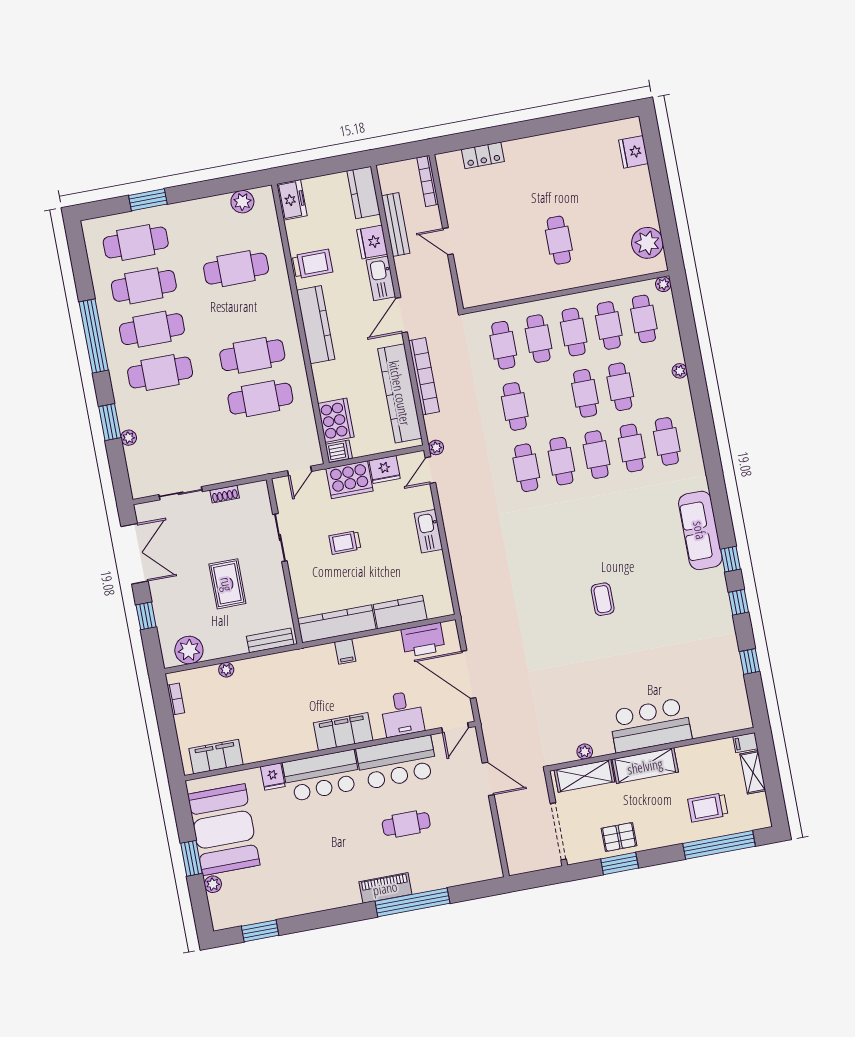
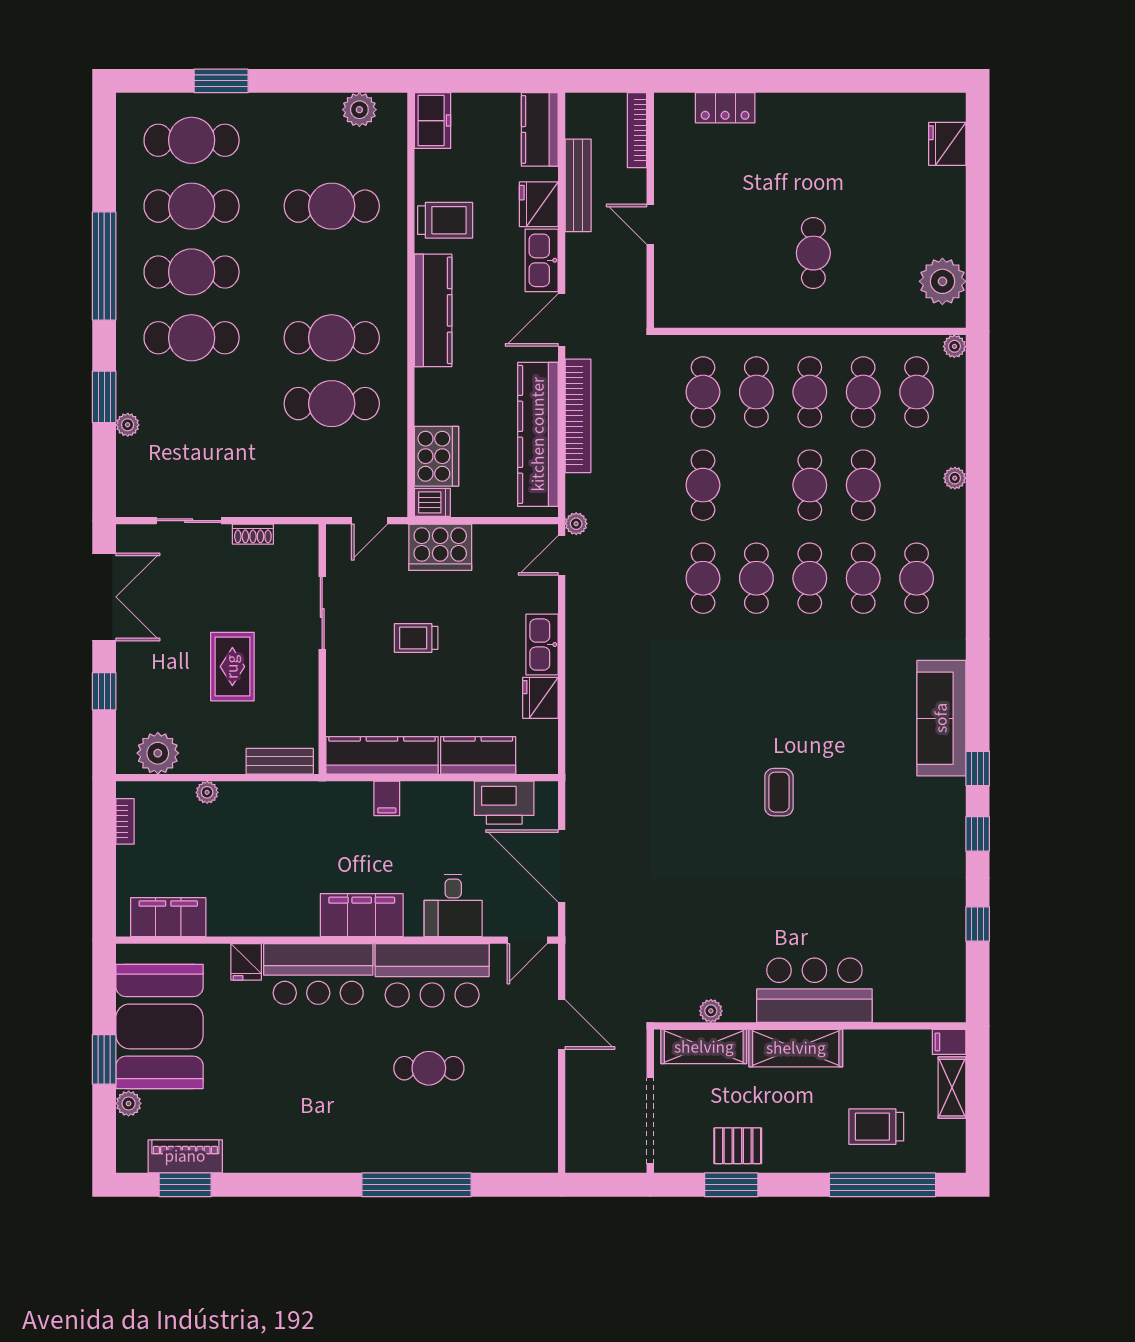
fridge: (385, 469) -> (540, 698), moved, turned 90
piano: (385, 888) -> (185, 1156), moved

